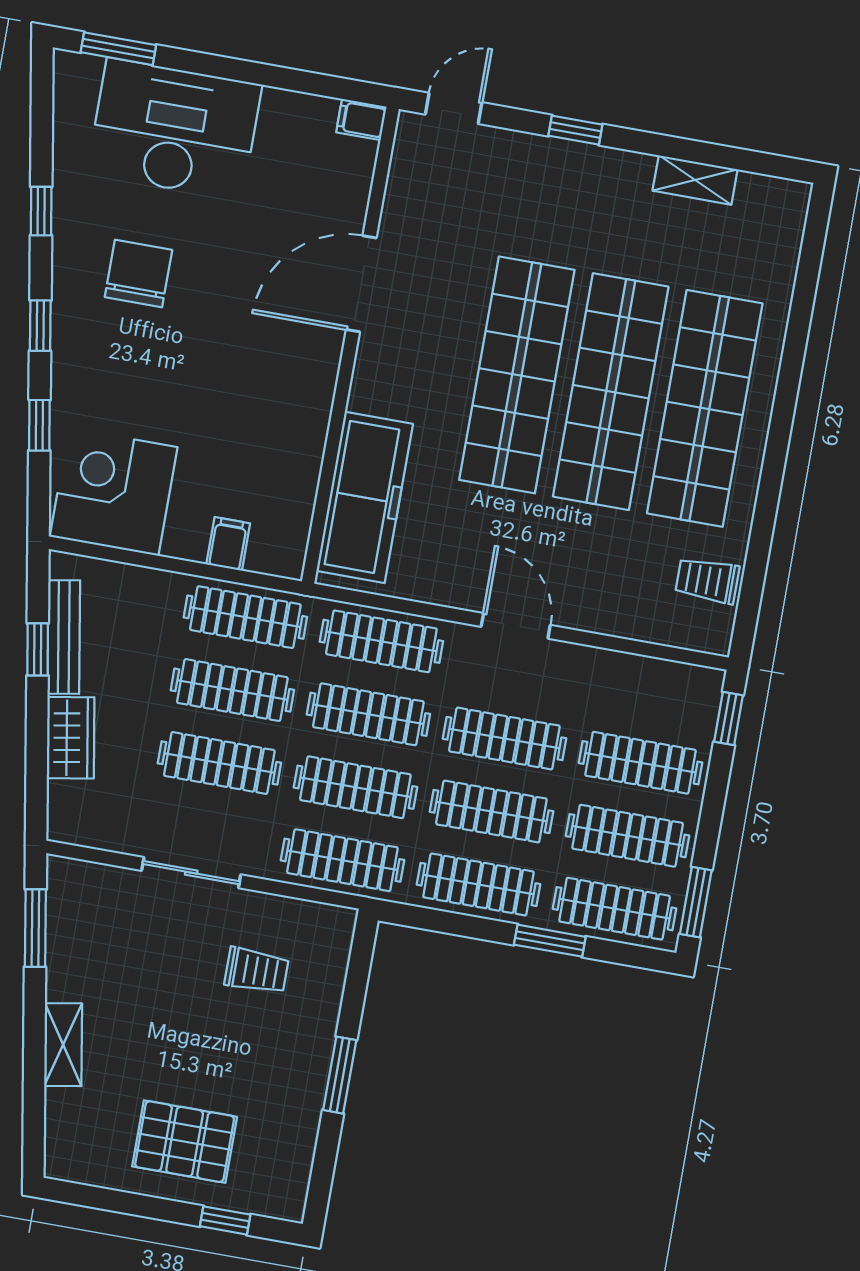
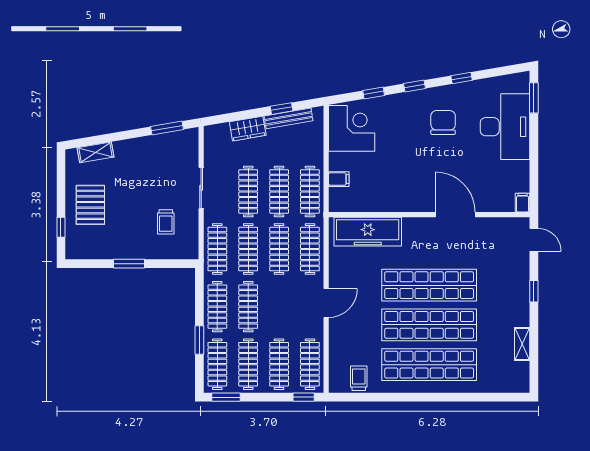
chair: (138, 274) -> (443, 122), turned -90
clothes rail: (504, 739) -> (310, 364), moved
shelving: (63, 1045) -> (95, 152), moved

